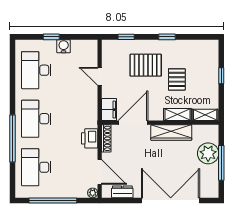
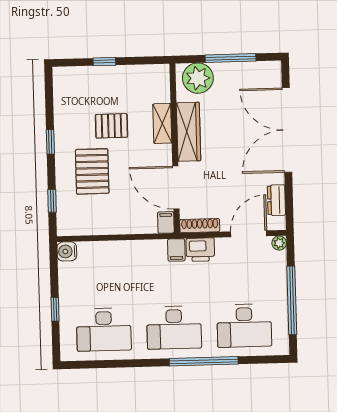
water cooler: (64, 46) -> (67, 251), moved
door: (100, 76) -> (110, 238), removed
filing cabinet: (109, 110) -> (166, 222), width x0.50
shelving: (205, 115) -> (162, 83), removed
filing cabinet: (90, 122) -> (176, 250), added
plant: (208, 153) -> (198, 78), moved

